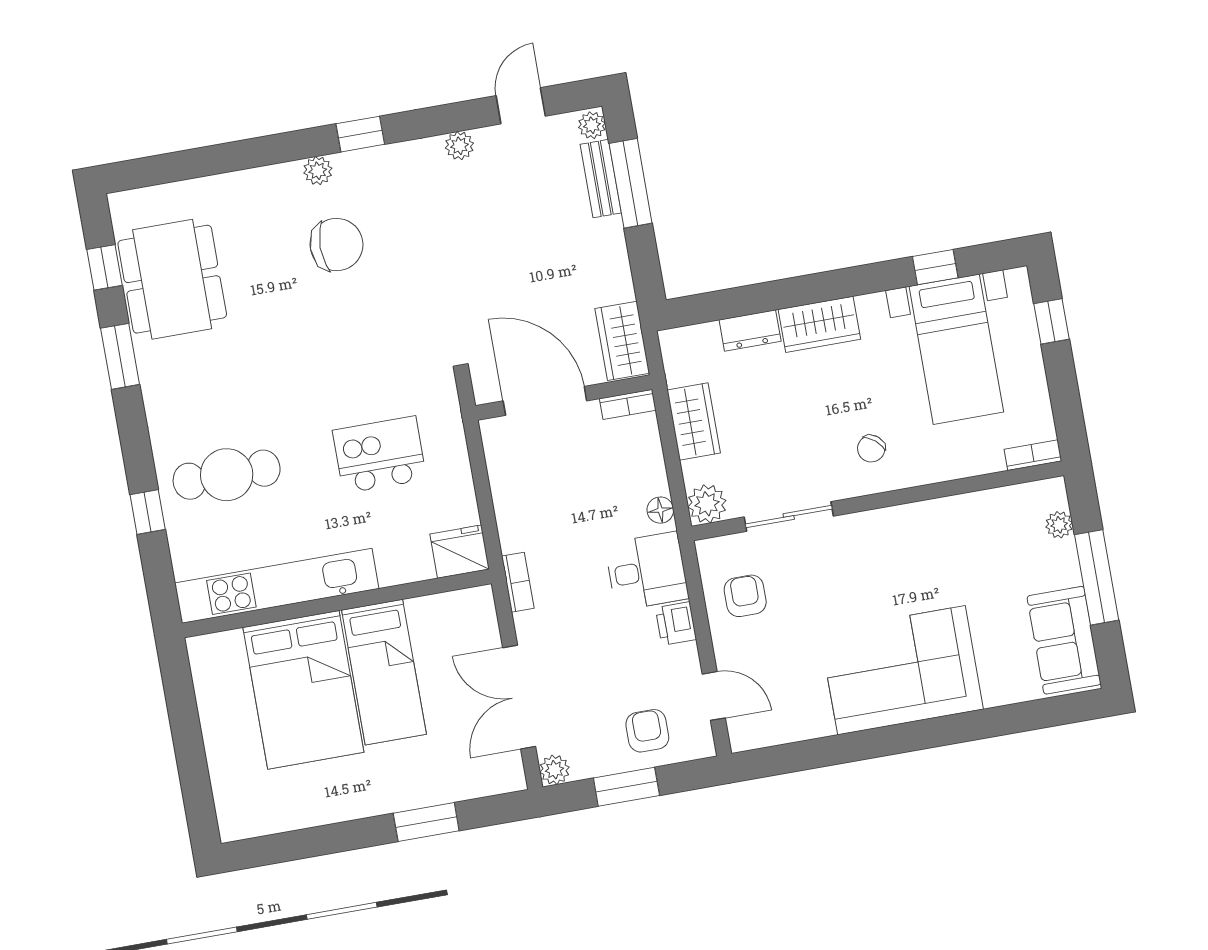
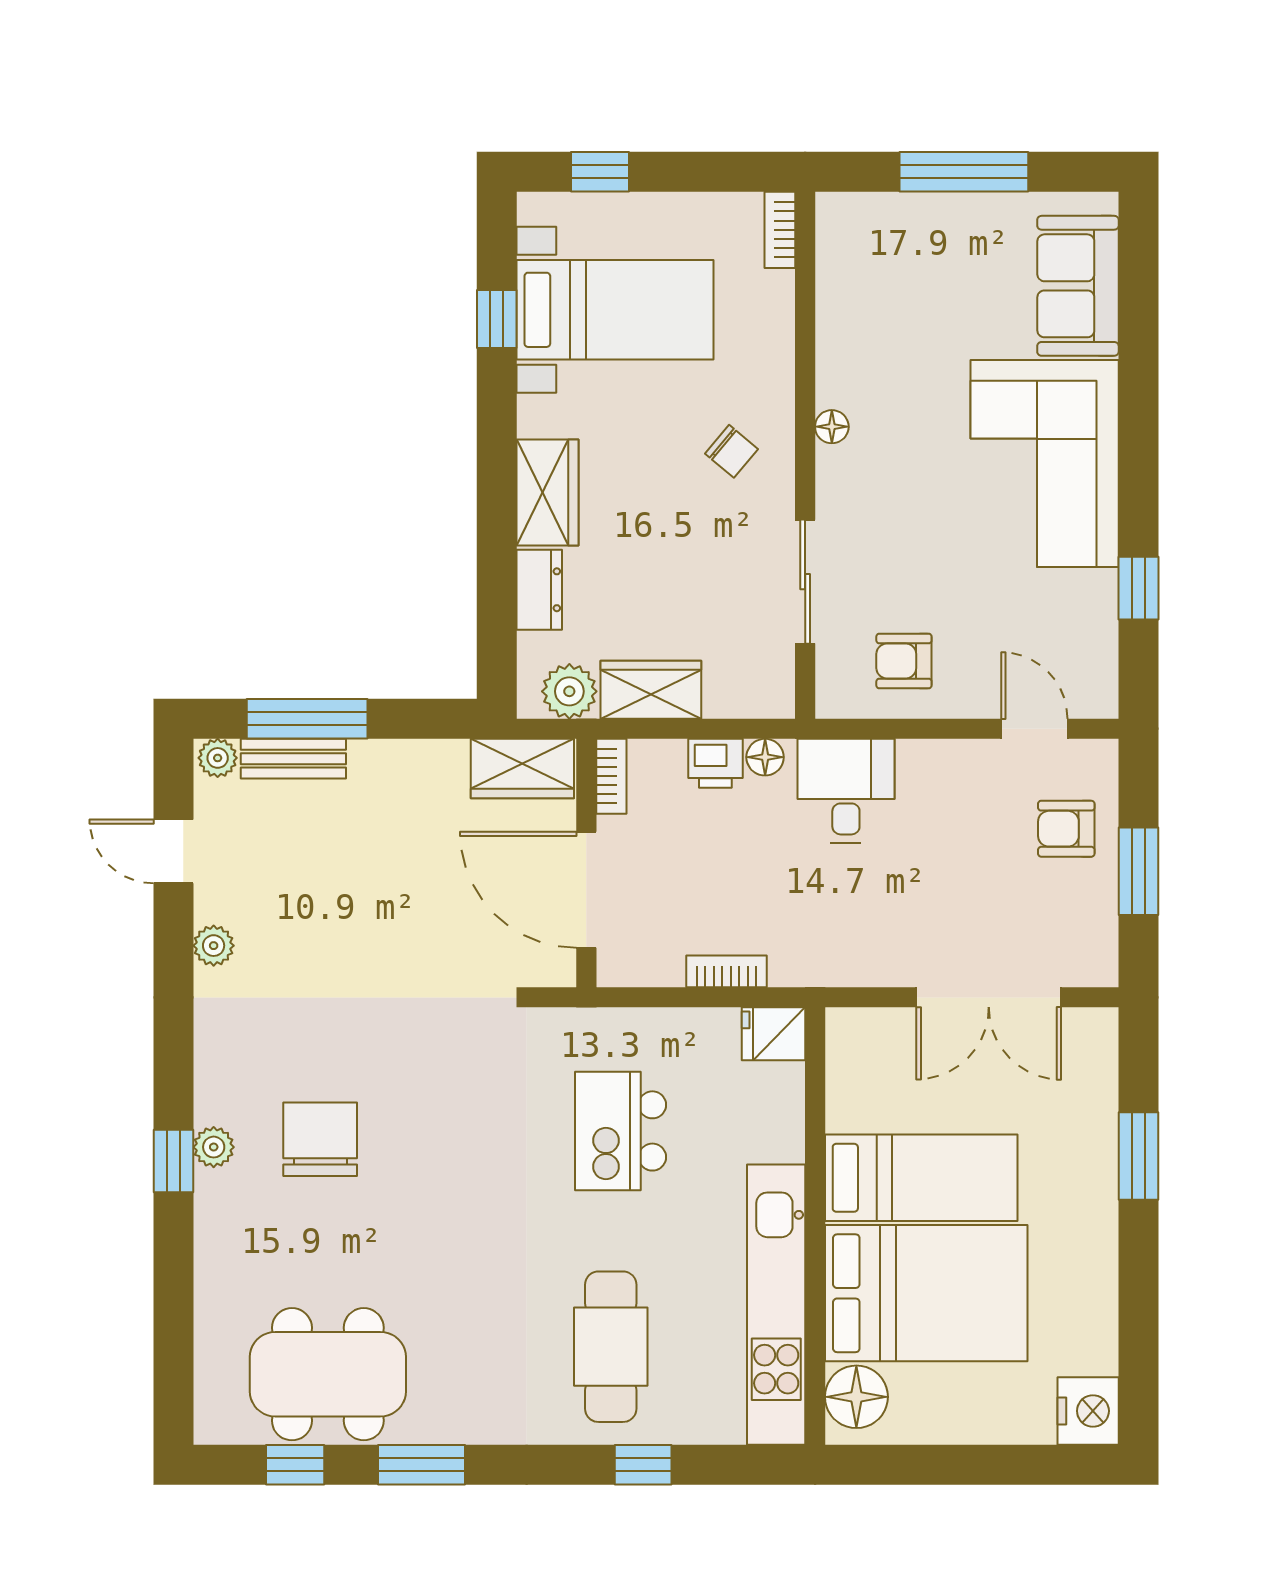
window: (360, 134) -> (174, 1161), moved
door: (545, 401) -> (586, 890), hinge flipped
plant: (707, 504) -> (569, 691), moved
floor lamp: (901, 516) -> (832, 427), added
plant: (1059, 525) -> (882, 211), removed
fridge: (460, 552) -> (773, 1034), width x0.72
bookcase: (518, 582) -> (727, 971), moved
printer: (676, 624) -> (715, 763), moved
sofa: (1064, 640) -> (1078, 286), moved, turned 90
floor lamp: (222, 654) -> (856, 1397), added
door: (714, 696) -> (1034, 729), hinge flipped
window: (826, 752) -> (1138, 588), added
plant: (555, 770) -> (1097, 966), removed
nightstand: (241, 818) -> (1088, 1411), added

